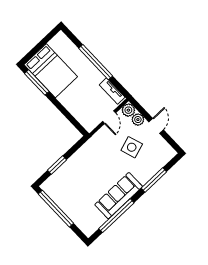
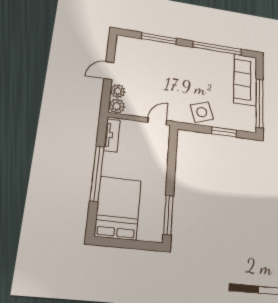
bed: (51, 71) -> (118, 208), moved
door: (109, 117) -> (157, 121), moved
side table: (132, 147) -> (202, 112), moved
sofa: (119, 196) -> (245, 80), moved, turned 90

